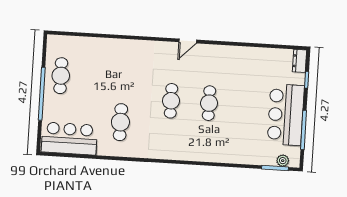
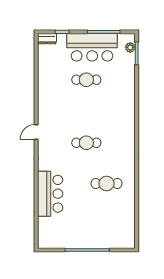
door: (188, 41) -> (36, 132), swing flipped
cafe table: (61, 76) -> (71, 235), removed
cafe table: (209, 103) -> (86, 80), moved
bar counter: (69, 139) -> (50, 194), moved, turned 180

